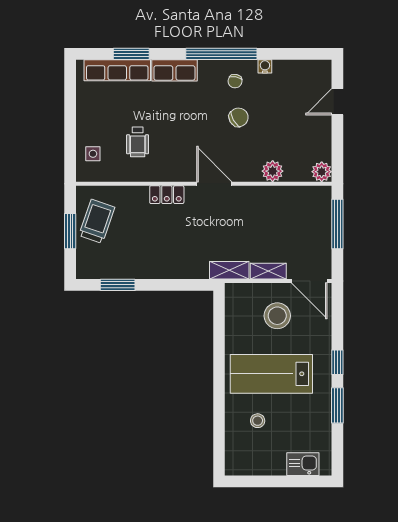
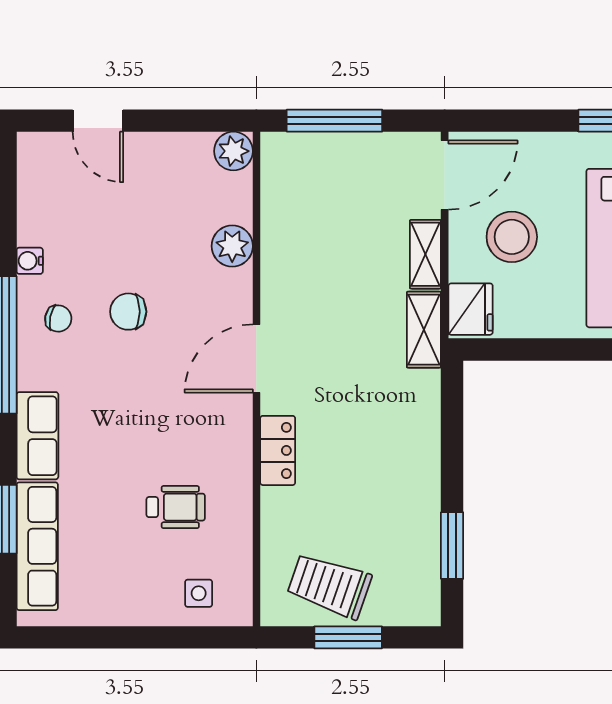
chair: (239, 117) -> (128, 312), turned -60
fridge: (240, 294) -> (471, 309), added

